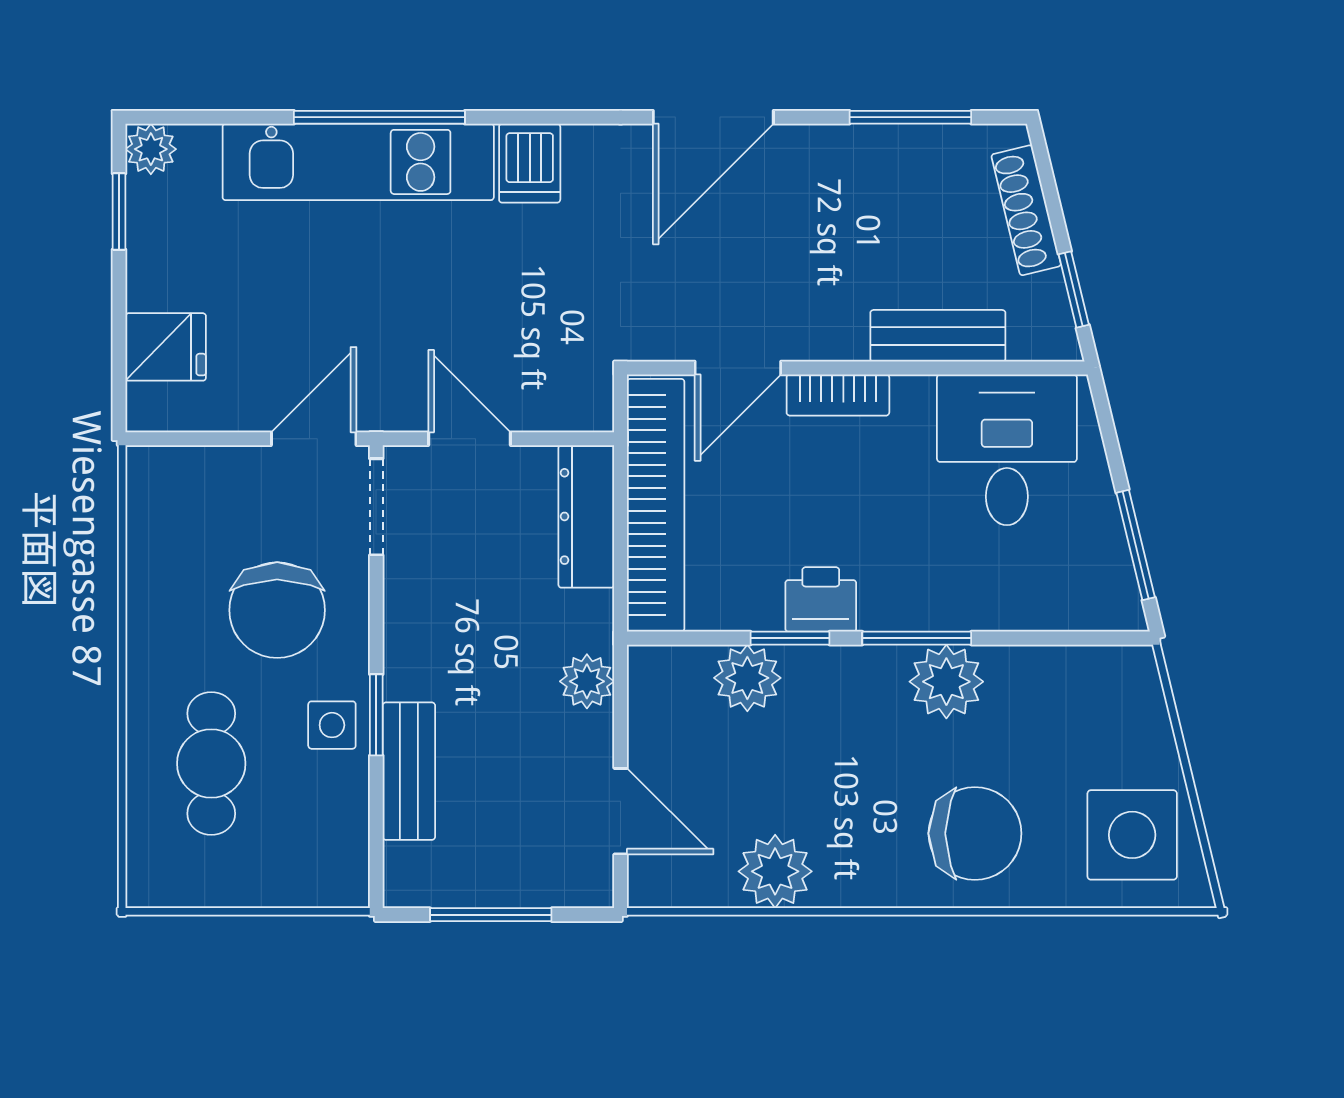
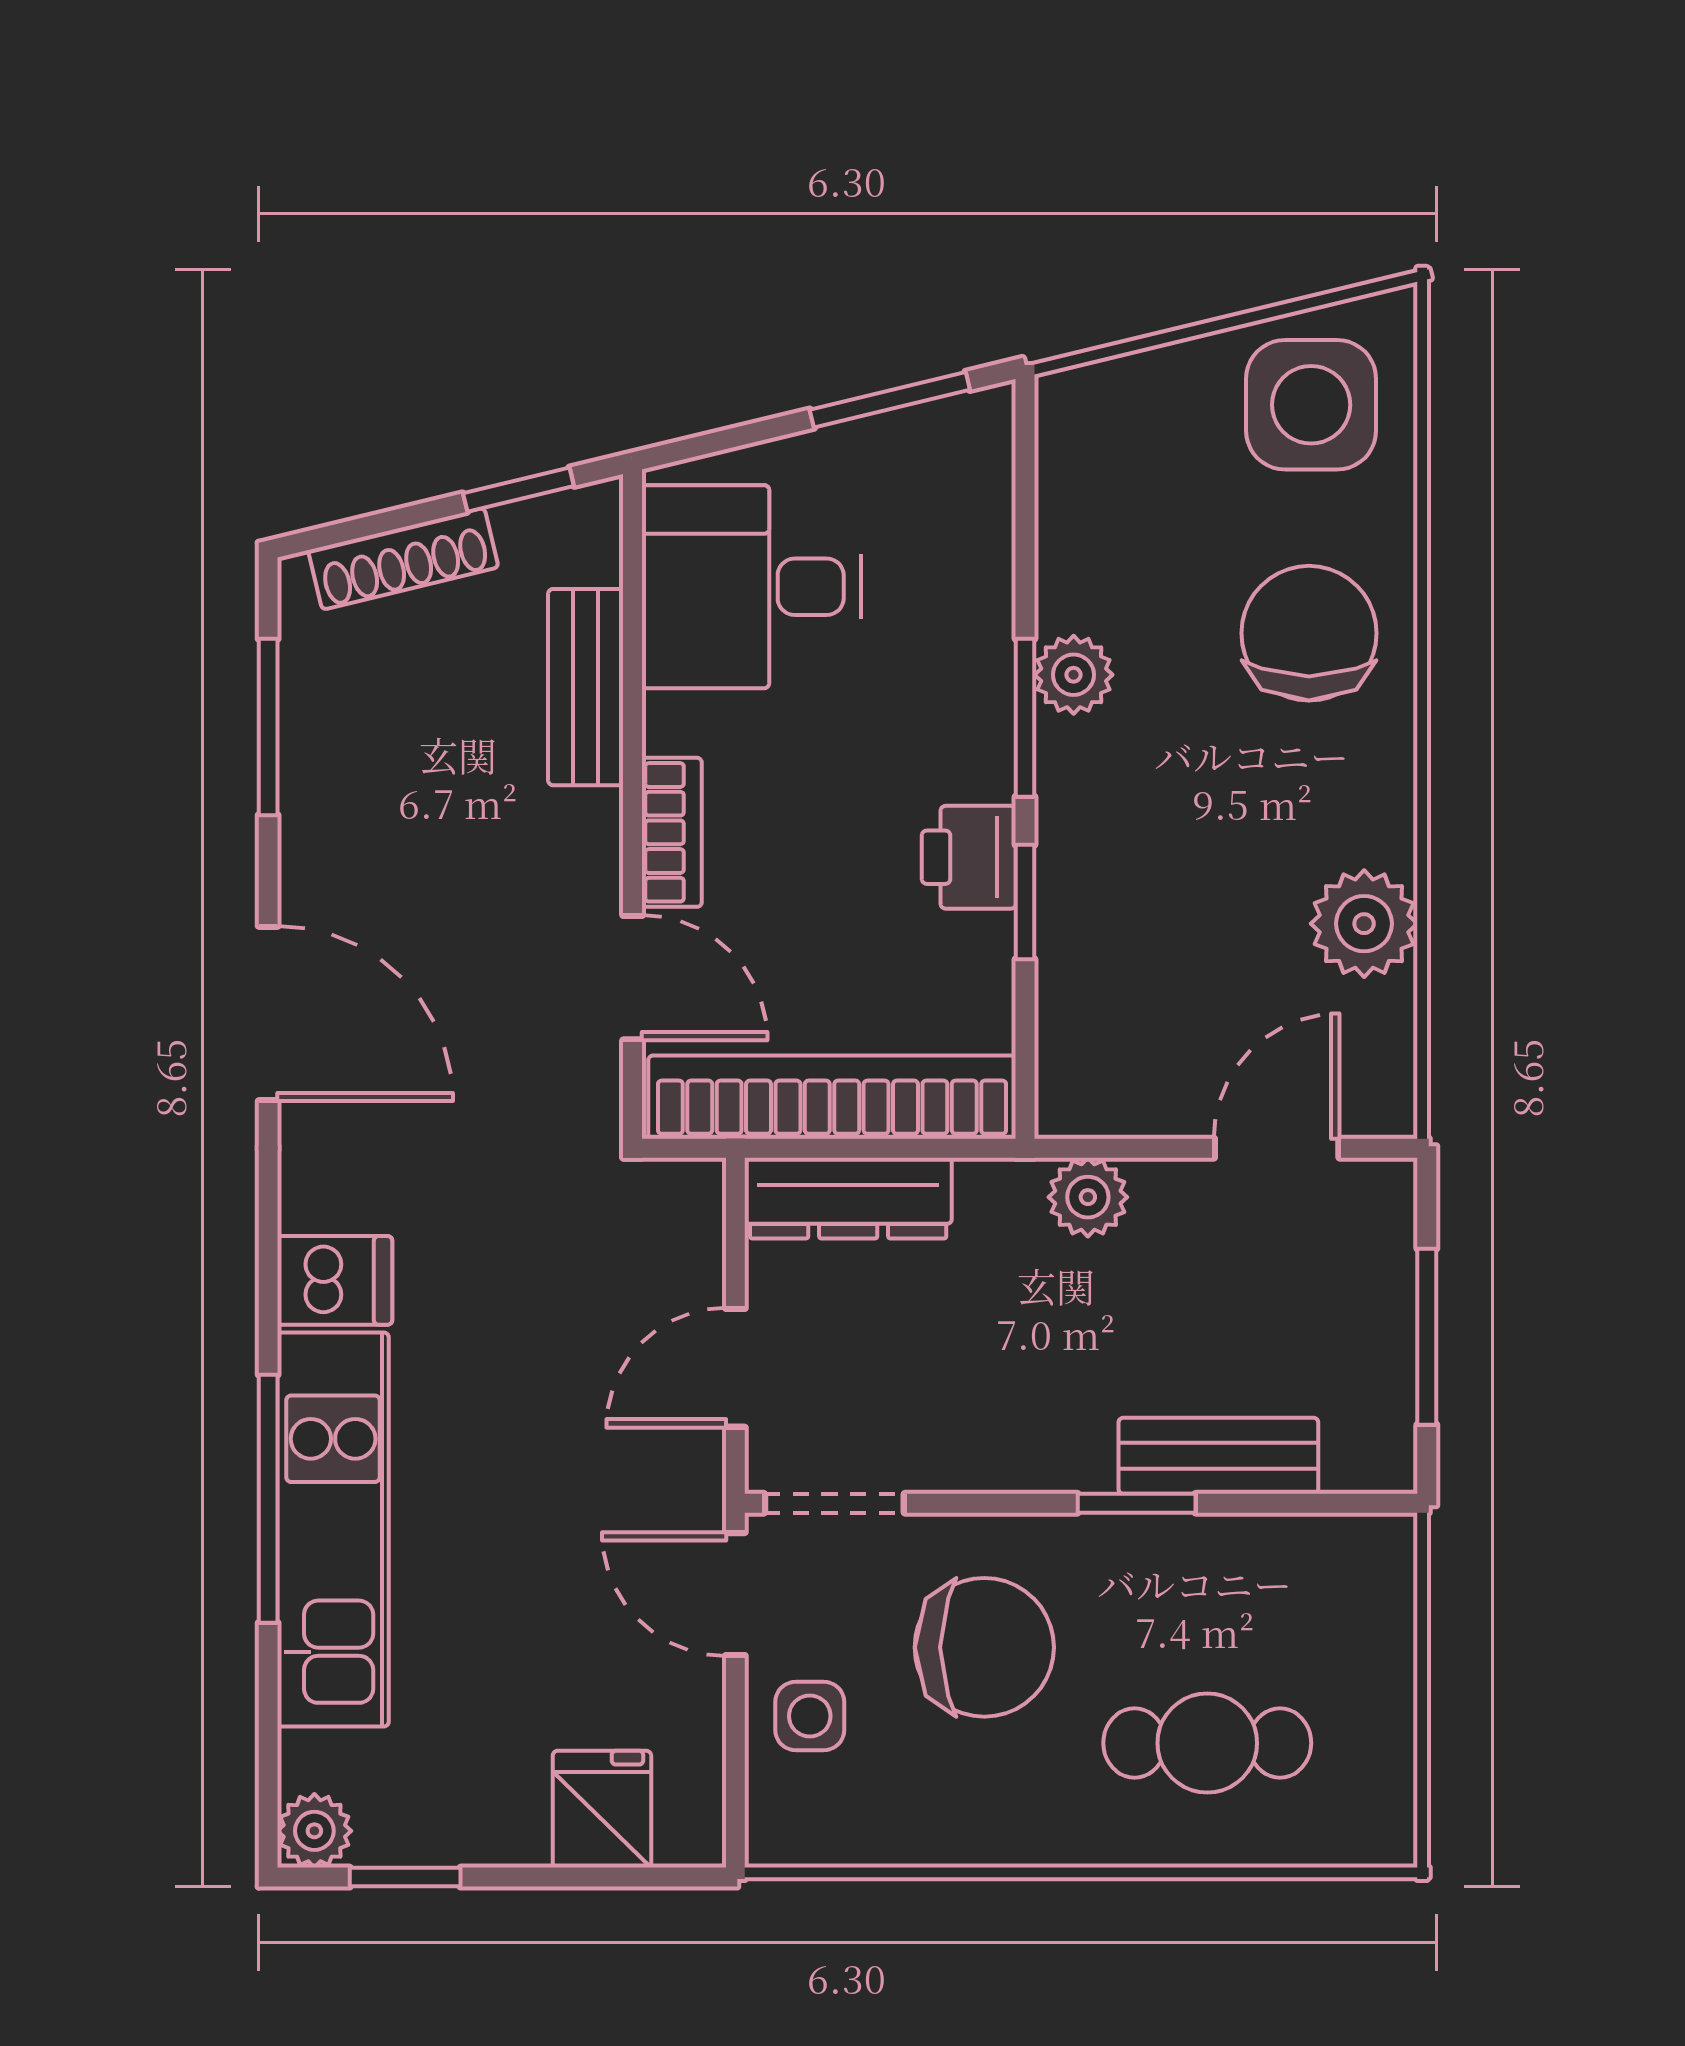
plant: (747, 678) -> (1083, 964), removed
plant: (946, 682) -> (1074, 675), width x0.73, depth x0.73
side table: (332, 725) -> (810, 1716), moved

